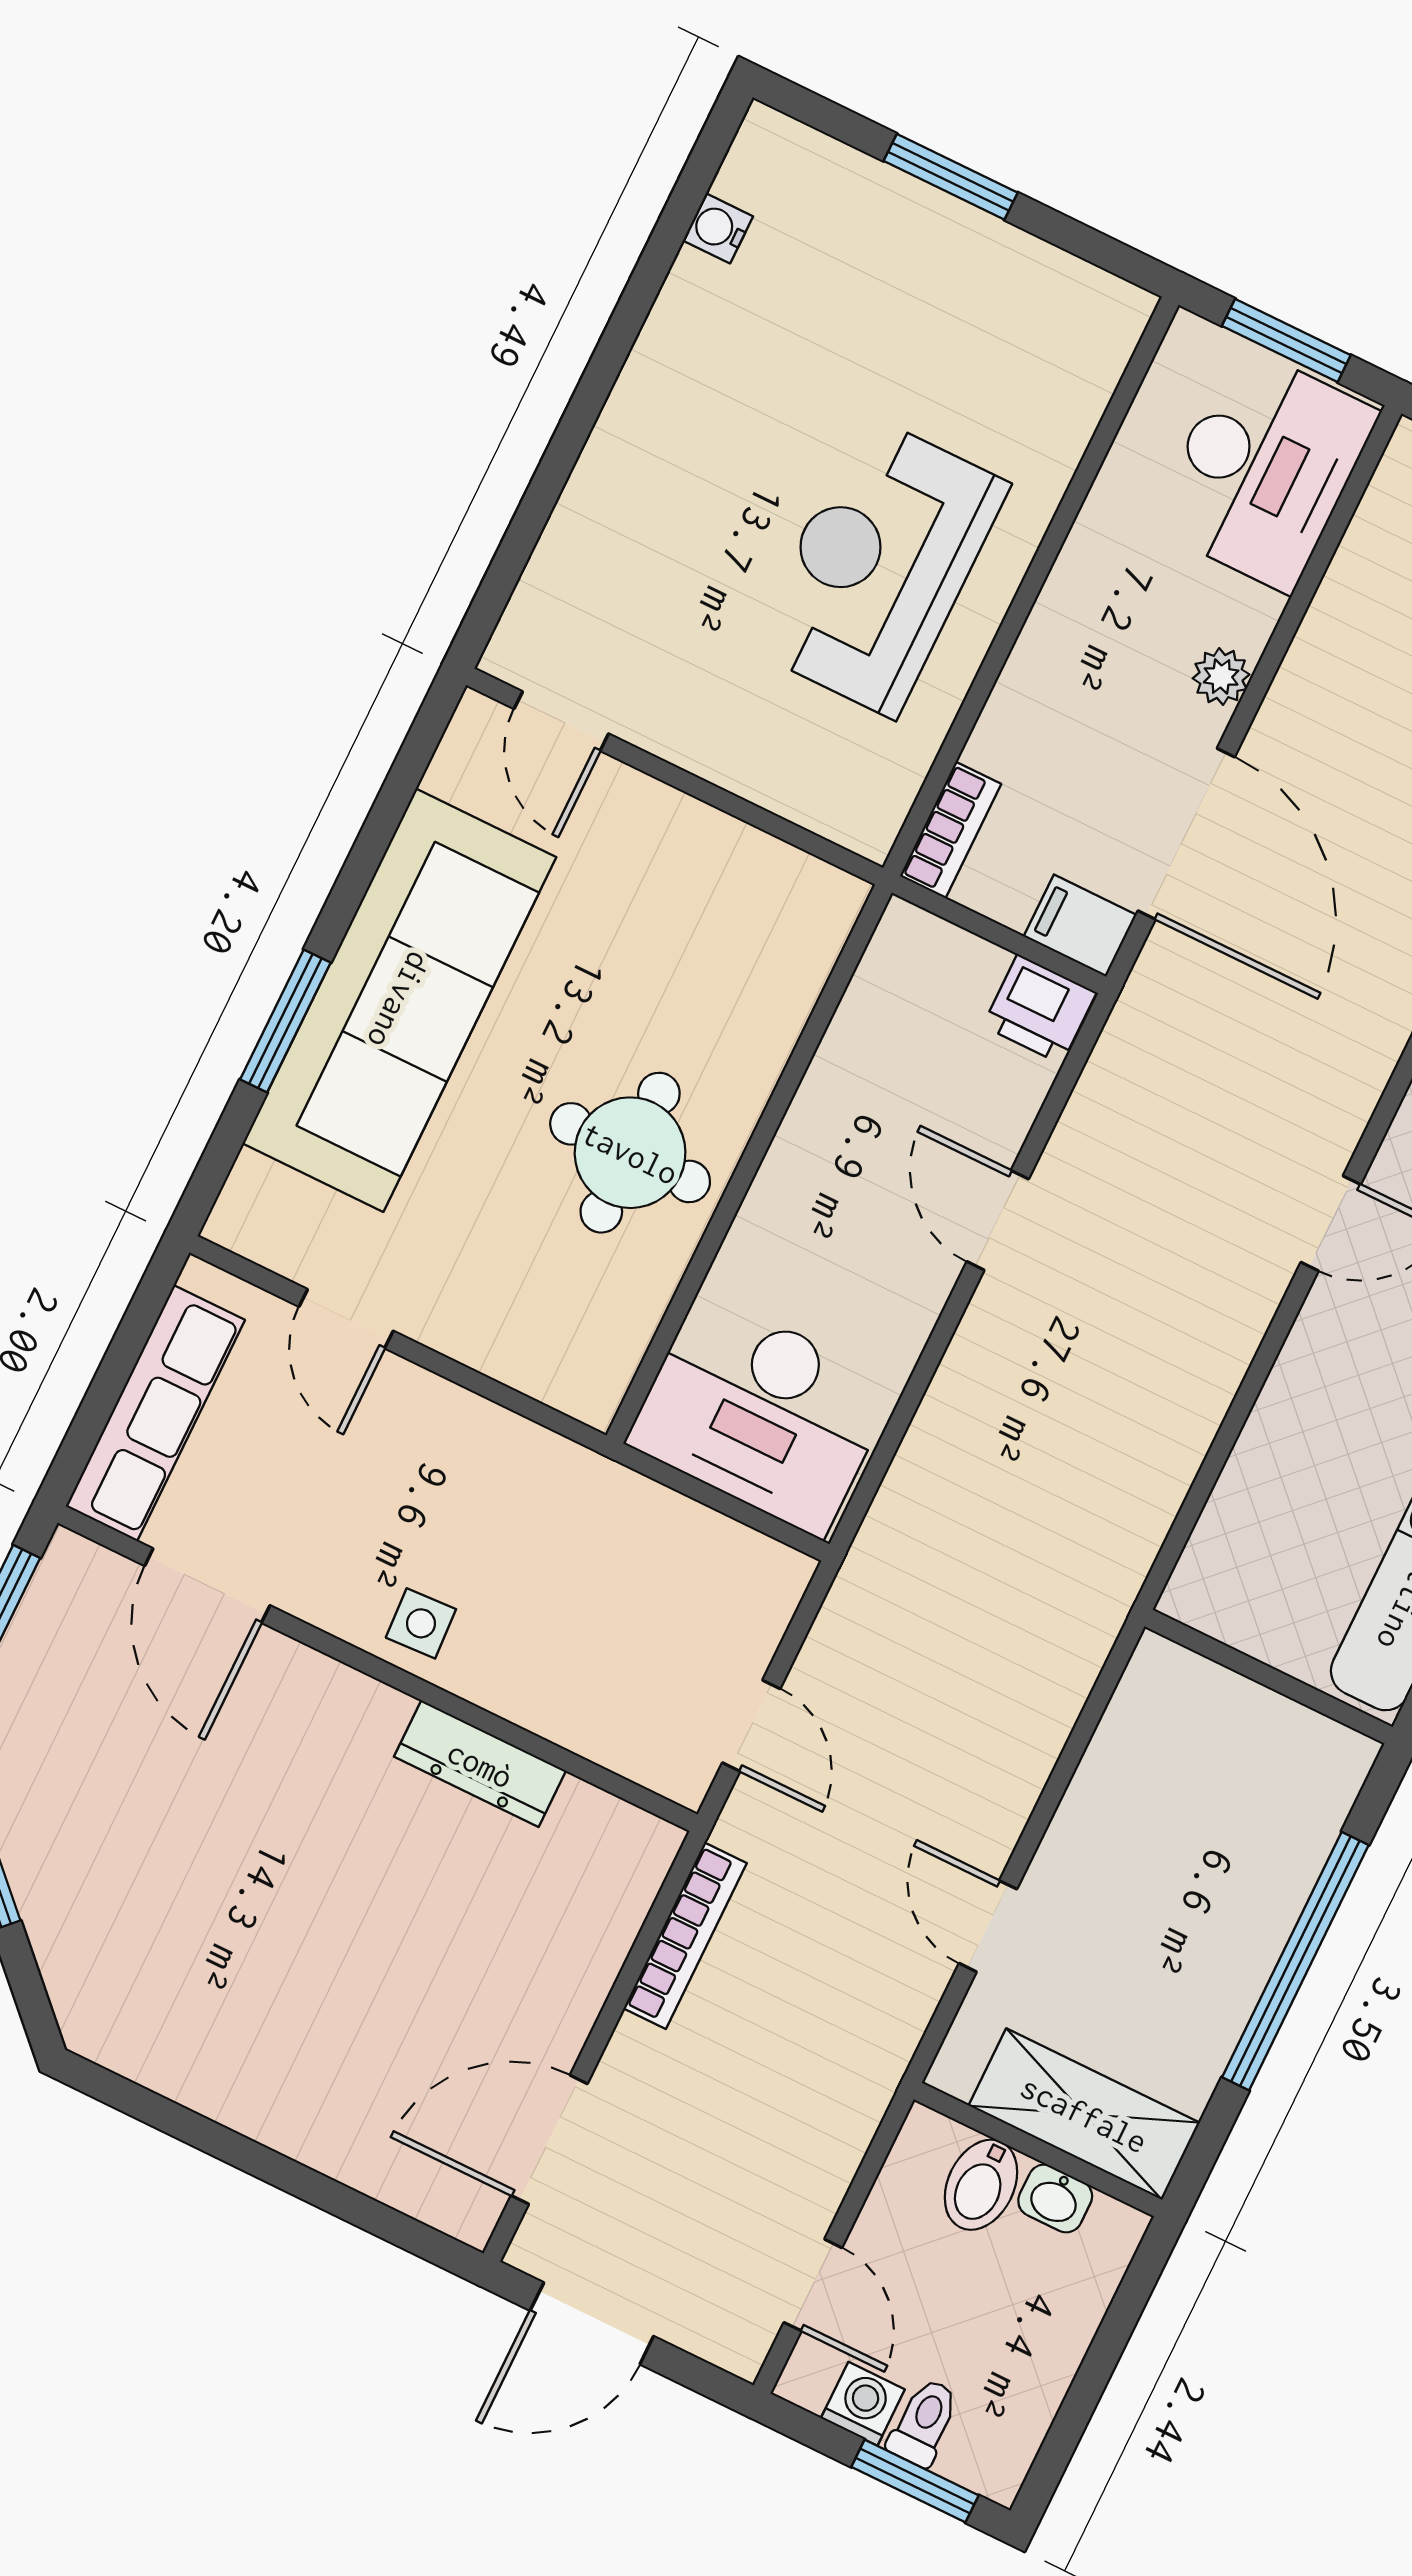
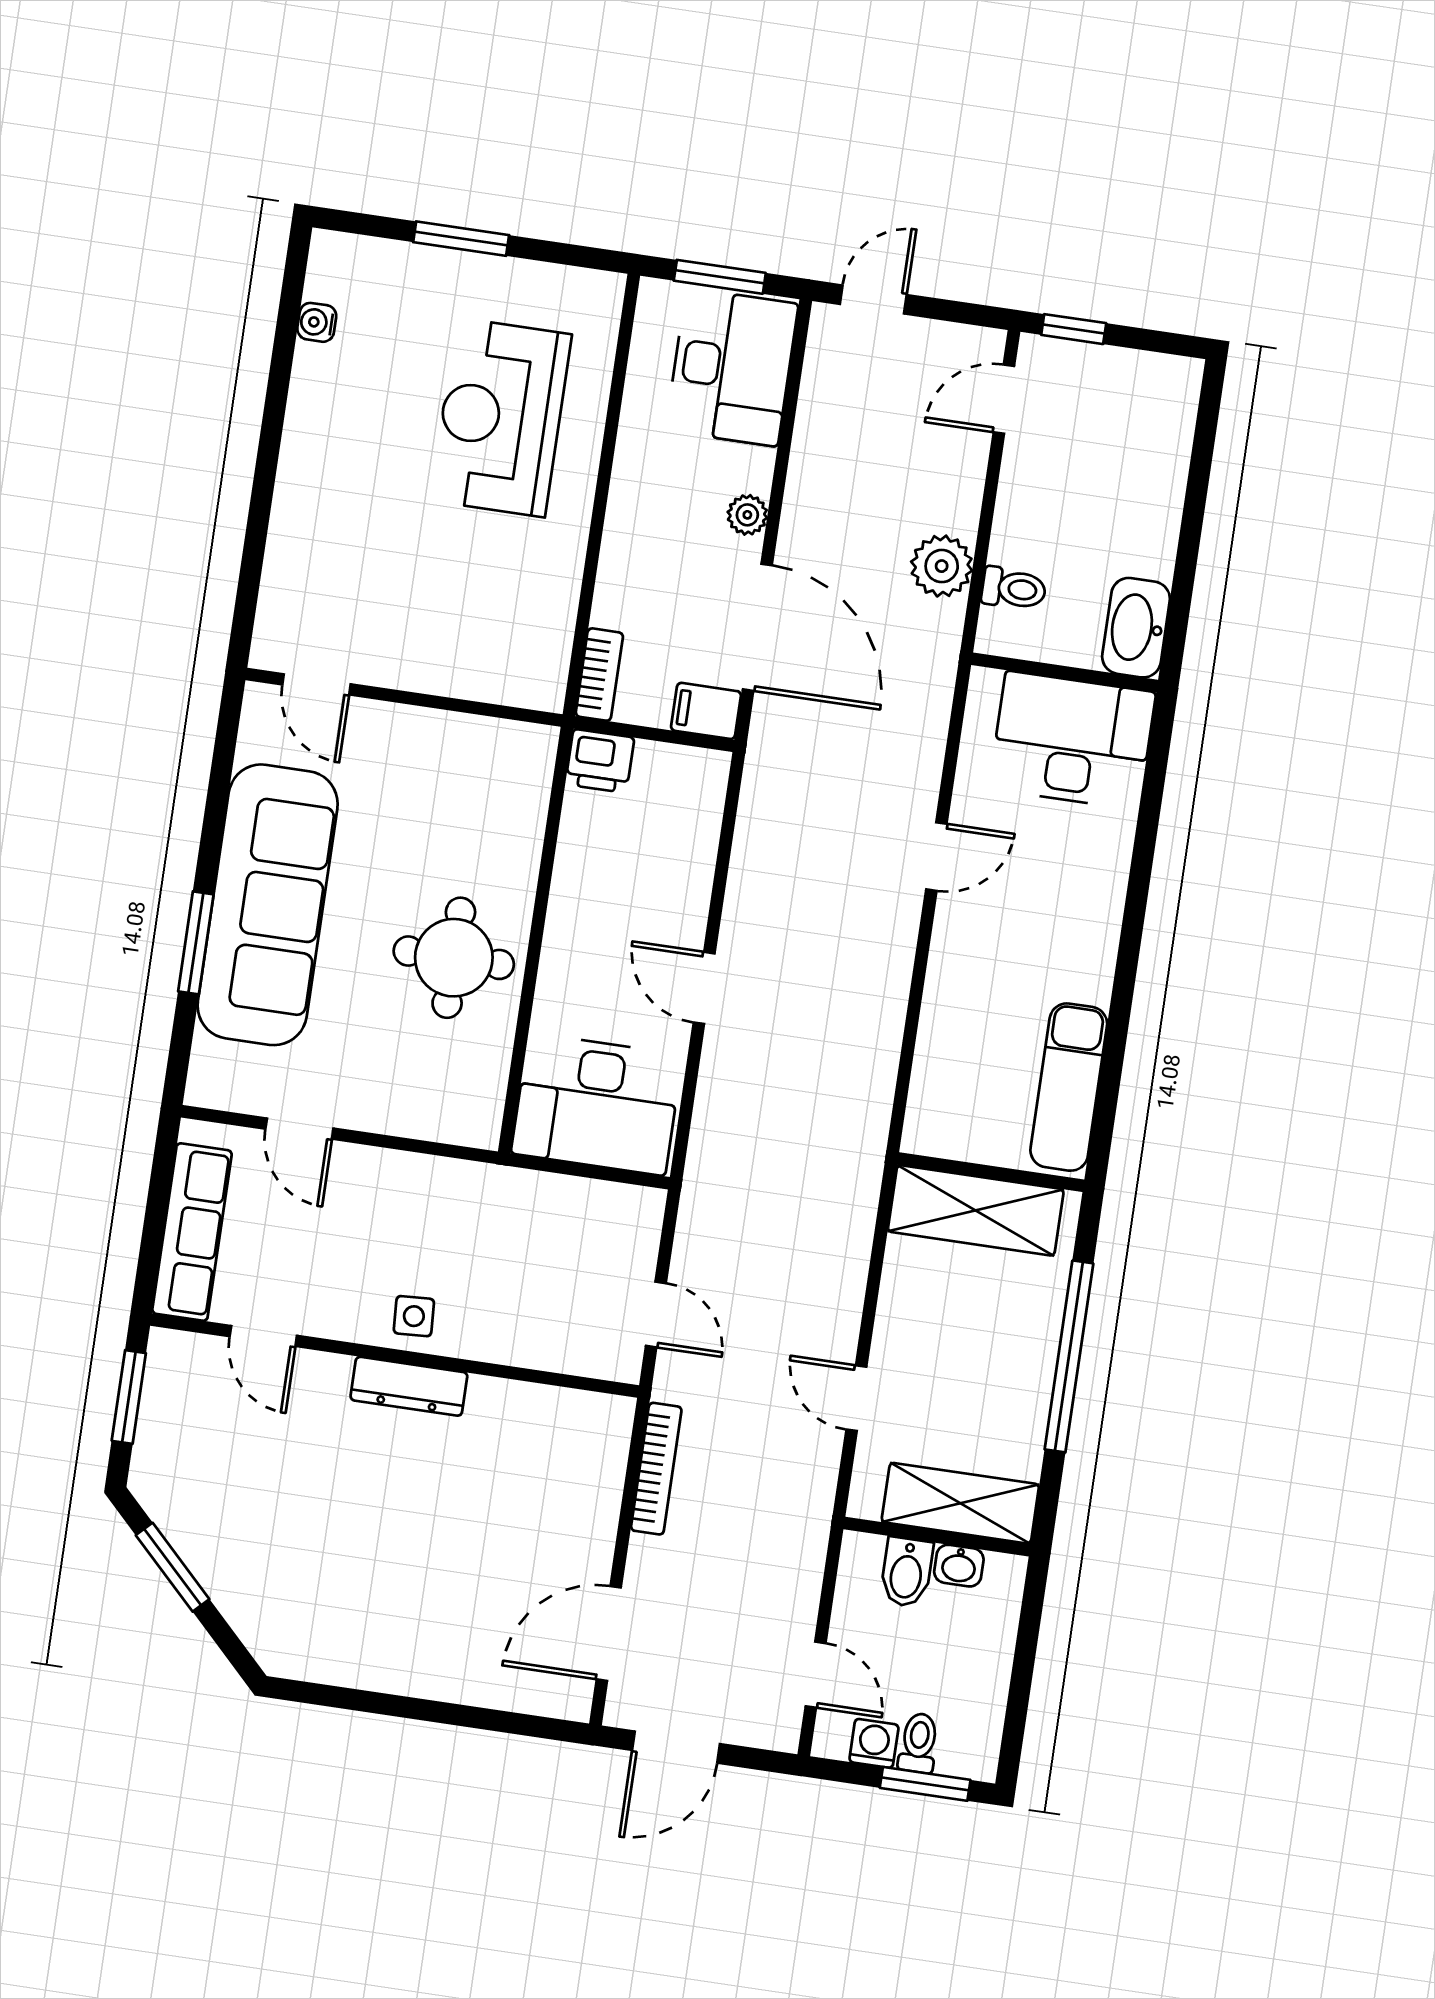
reception desk: (879, 566) -> (501, 417), moved
printer: (1040, 1009) -> (600, 761), moved
door: (998, 1220) -> (704, 988), moved
door: (207, 1586) -> (263, 1336), width x0.73
shelving: (1231, 1722) -> (976, 1210), added
dresser: (480, 1764) -> (409, 1386), moved

